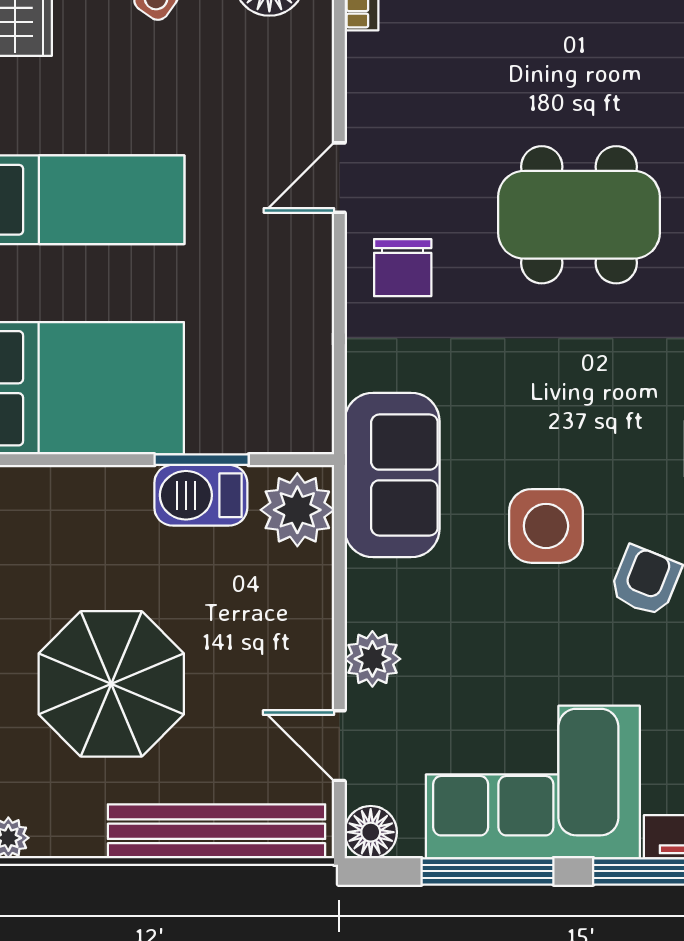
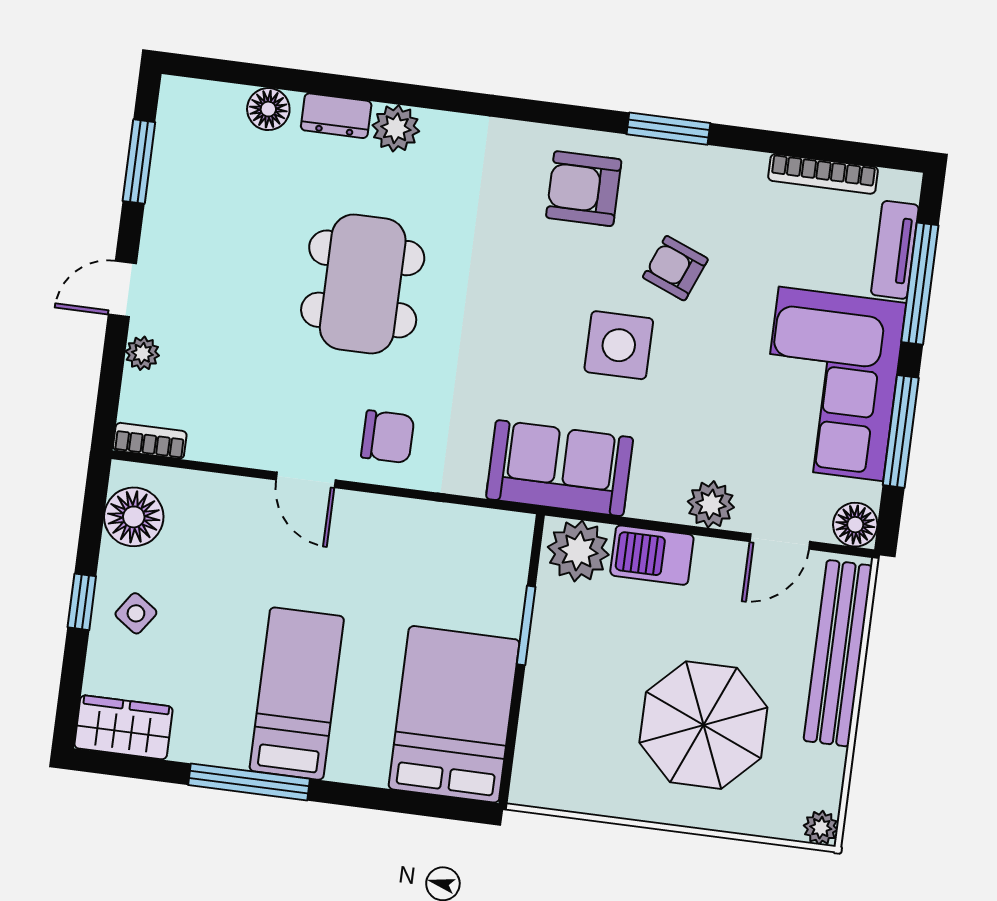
barbecue: (201, 495) -> (652, 555), moved, turned 90

